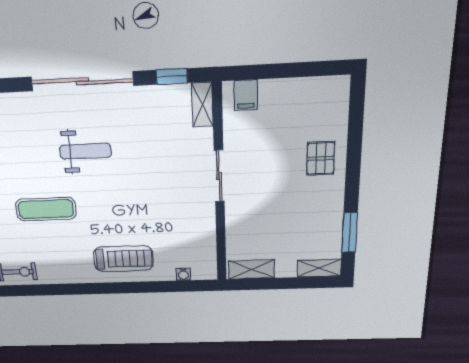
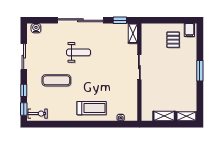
filing cabinet: (246, 95) -> (189, 30), moved
pallet: (321, 158) -> (173, 40), moved
window: (350, 233) -> (200, 71), moved
shelving: (251, 269) -> (164, 116), moved

